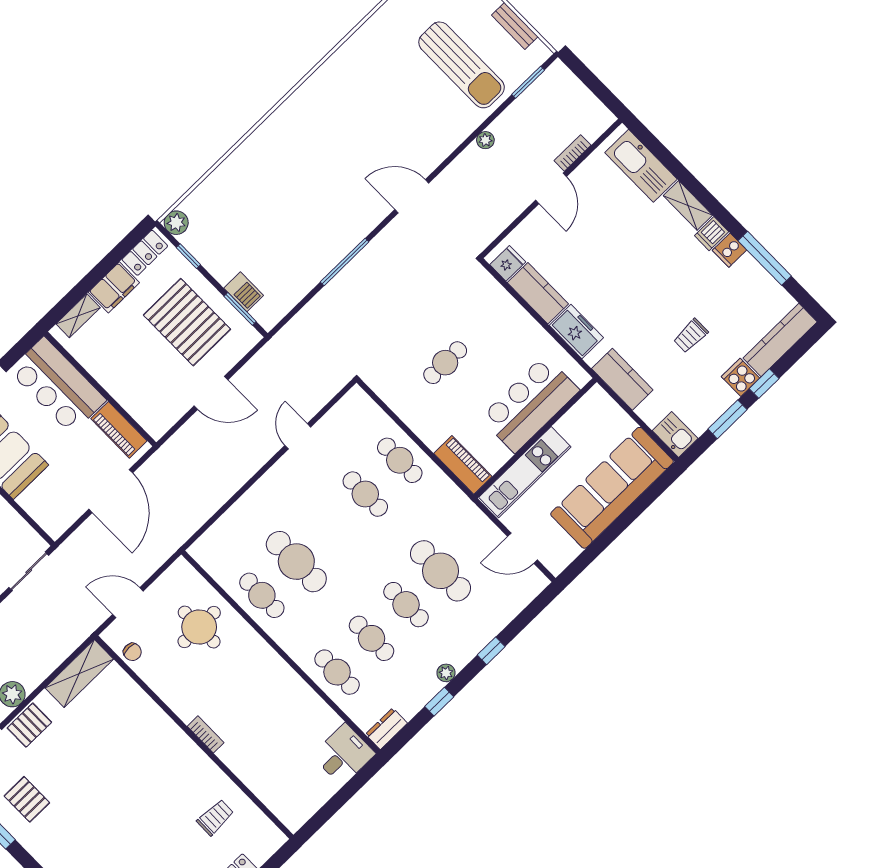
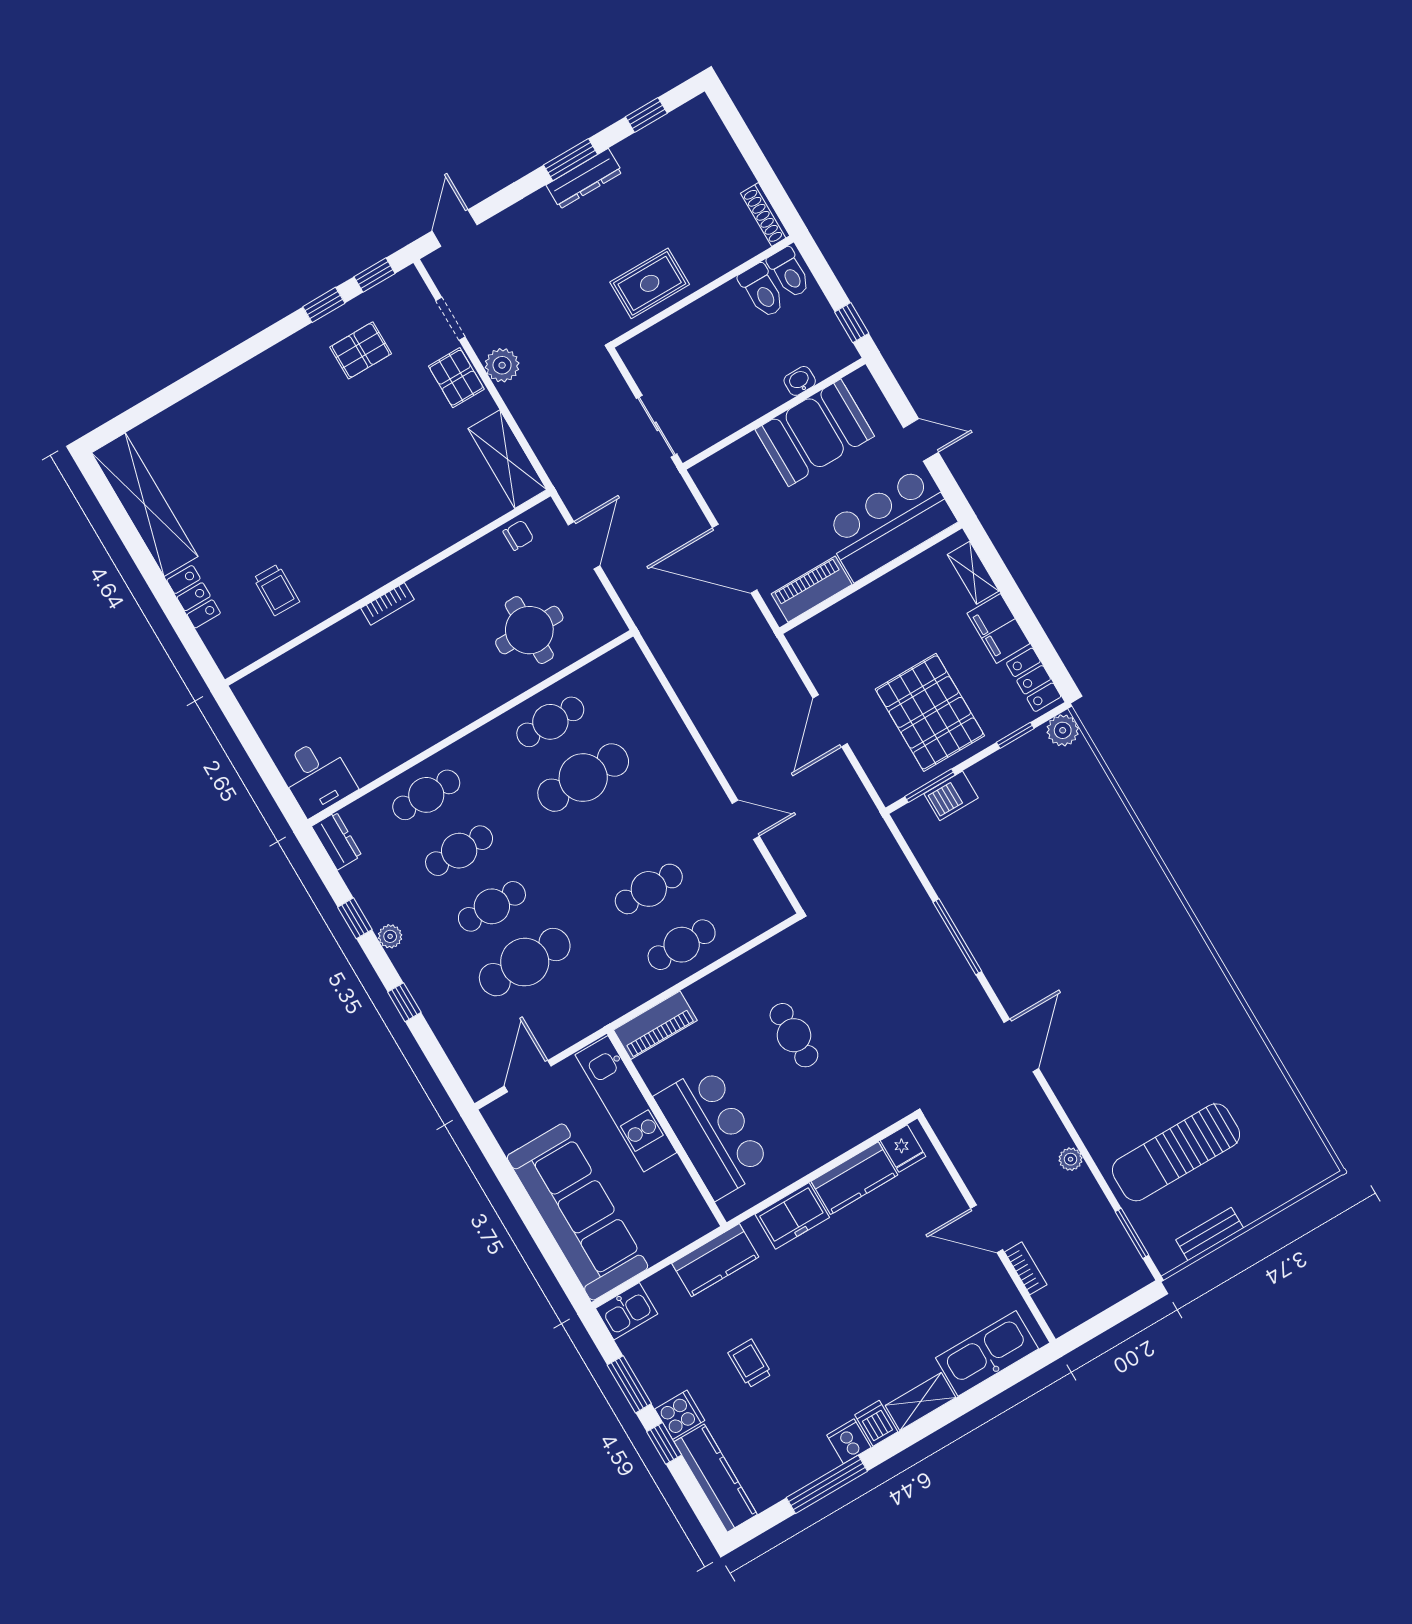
pallet: (187, 322) -> (930, 712), turned 90
chair: (132, 652) -> (518, 535), turned 180

